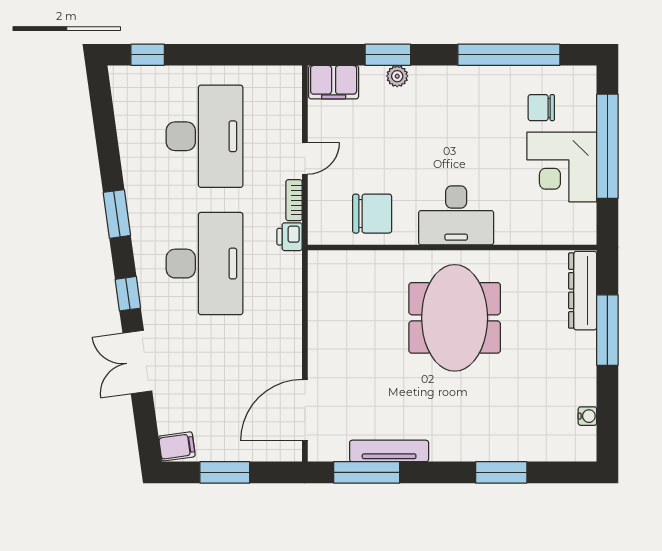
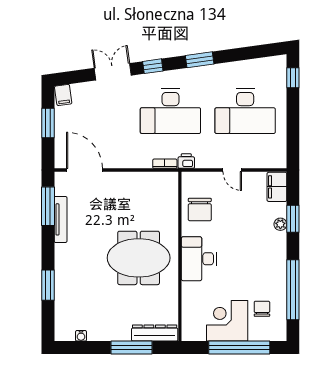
bookcase: (294, 200) -> (165, 164), moved

